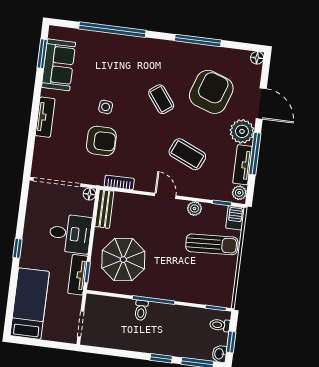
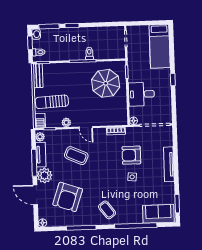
sofa: (58, 65) -> (158, 214), moved, turned 90
coffee table: (161, 99) -> (107, 210), moved
tv unit: (45, 117) -> (169, 164), width x1.41
bench: (104, 209) -> (38, 76), moved
tv unit: (78, 275) -> (133, 69), removed

